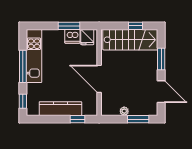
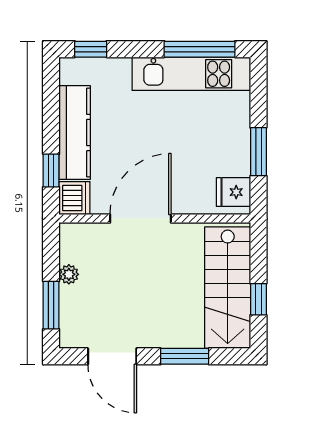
dishwasher: (72, 36) -> (74, 198), moved, turned 180
window: (23, 66) -> (200, 49), moved
door: (161, 92) -> (112, 356), hinge flipped

